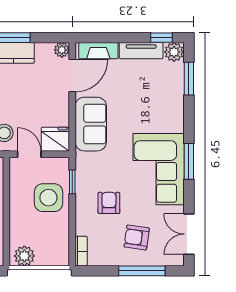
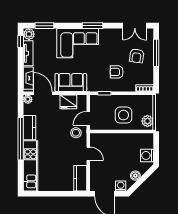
fridge: (55, 139) -> (68, 102), moved, turned -90
corner sofa: (159, 169) -> (78, 43), moved
side table: (48, 198) -> (123, 115), moved

